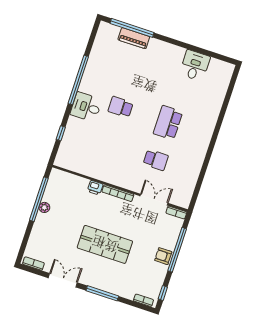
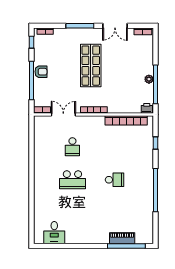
desk: (195, 65) -> (54, 233), moved
desk: (86, 107) -> (142, 171), removed
school desk: (168, 123) -> (72, 180), turned 90
school desk: (156, 160) -> (72, 147), turned -90
bookcase: (85, 170) -> (126, 120), added
printer: (95, 188) -> (147, 108), moved
double door: (154, 200) -> (63, 115), swing flipped
shop shelf: (105, 244) -> (91, 66), turned 90

